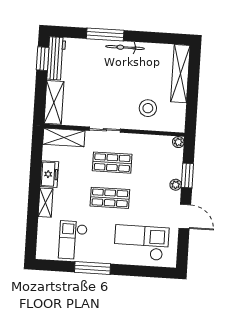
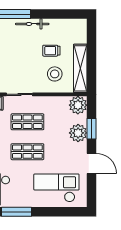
shelving: (180, 74) -> (80, 68), moved
trolley: (146, 80) -> (51, 51), added
plant: (178, 142) -> (78, 105), width x1.88, depth x1.88
plant: (176, 185) -> (78, 133), width x1.88, depth x1.88

